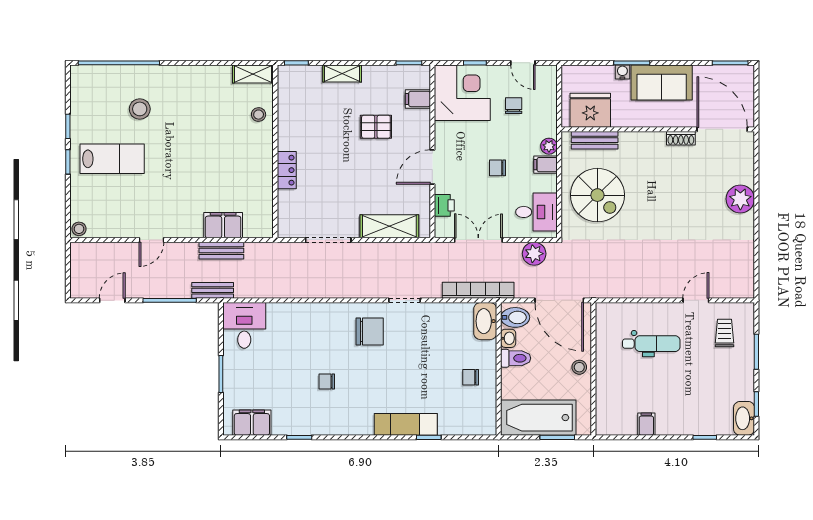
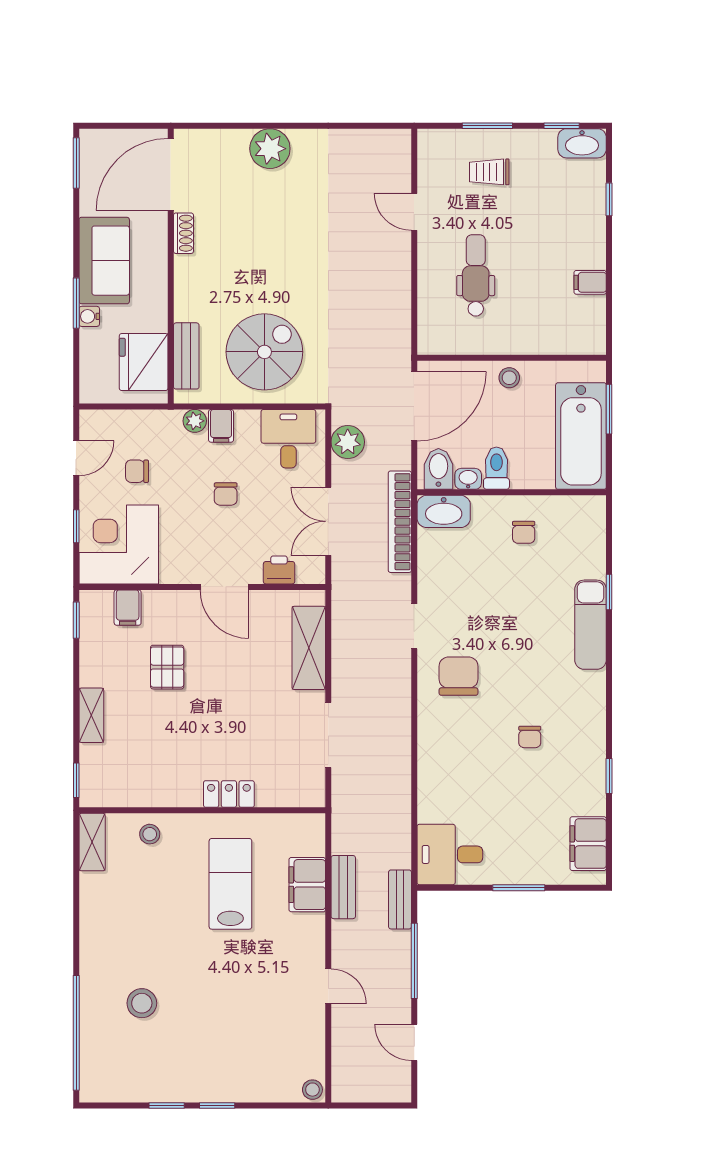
lab bench: (112, 159) -> (230, 884), moved
trolley: (725, 333) -> (489, 172), moved

